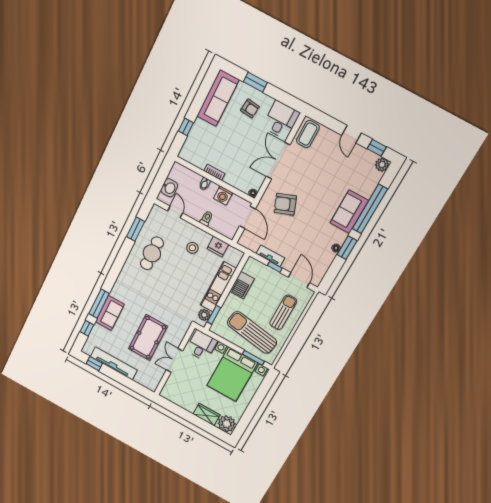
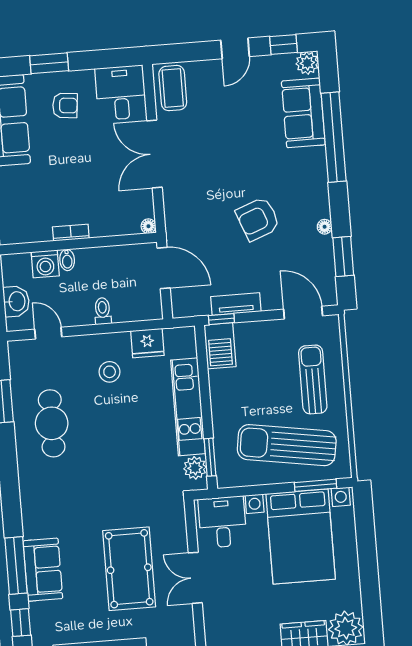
door: (352, 134) -> (235, 48), hinge flipped
washing machine: (223, 195) -> (45, 264), moved
armchair: (285, 204) -> (258, 219), moved
sofa: (349, 212) -> (303, 113), moved
window: (347, 248) -> (343, 256), moved
window: (275, 267) -> (221, 319), moved
barbecue: (242, 285) -> (220, 346), moved

